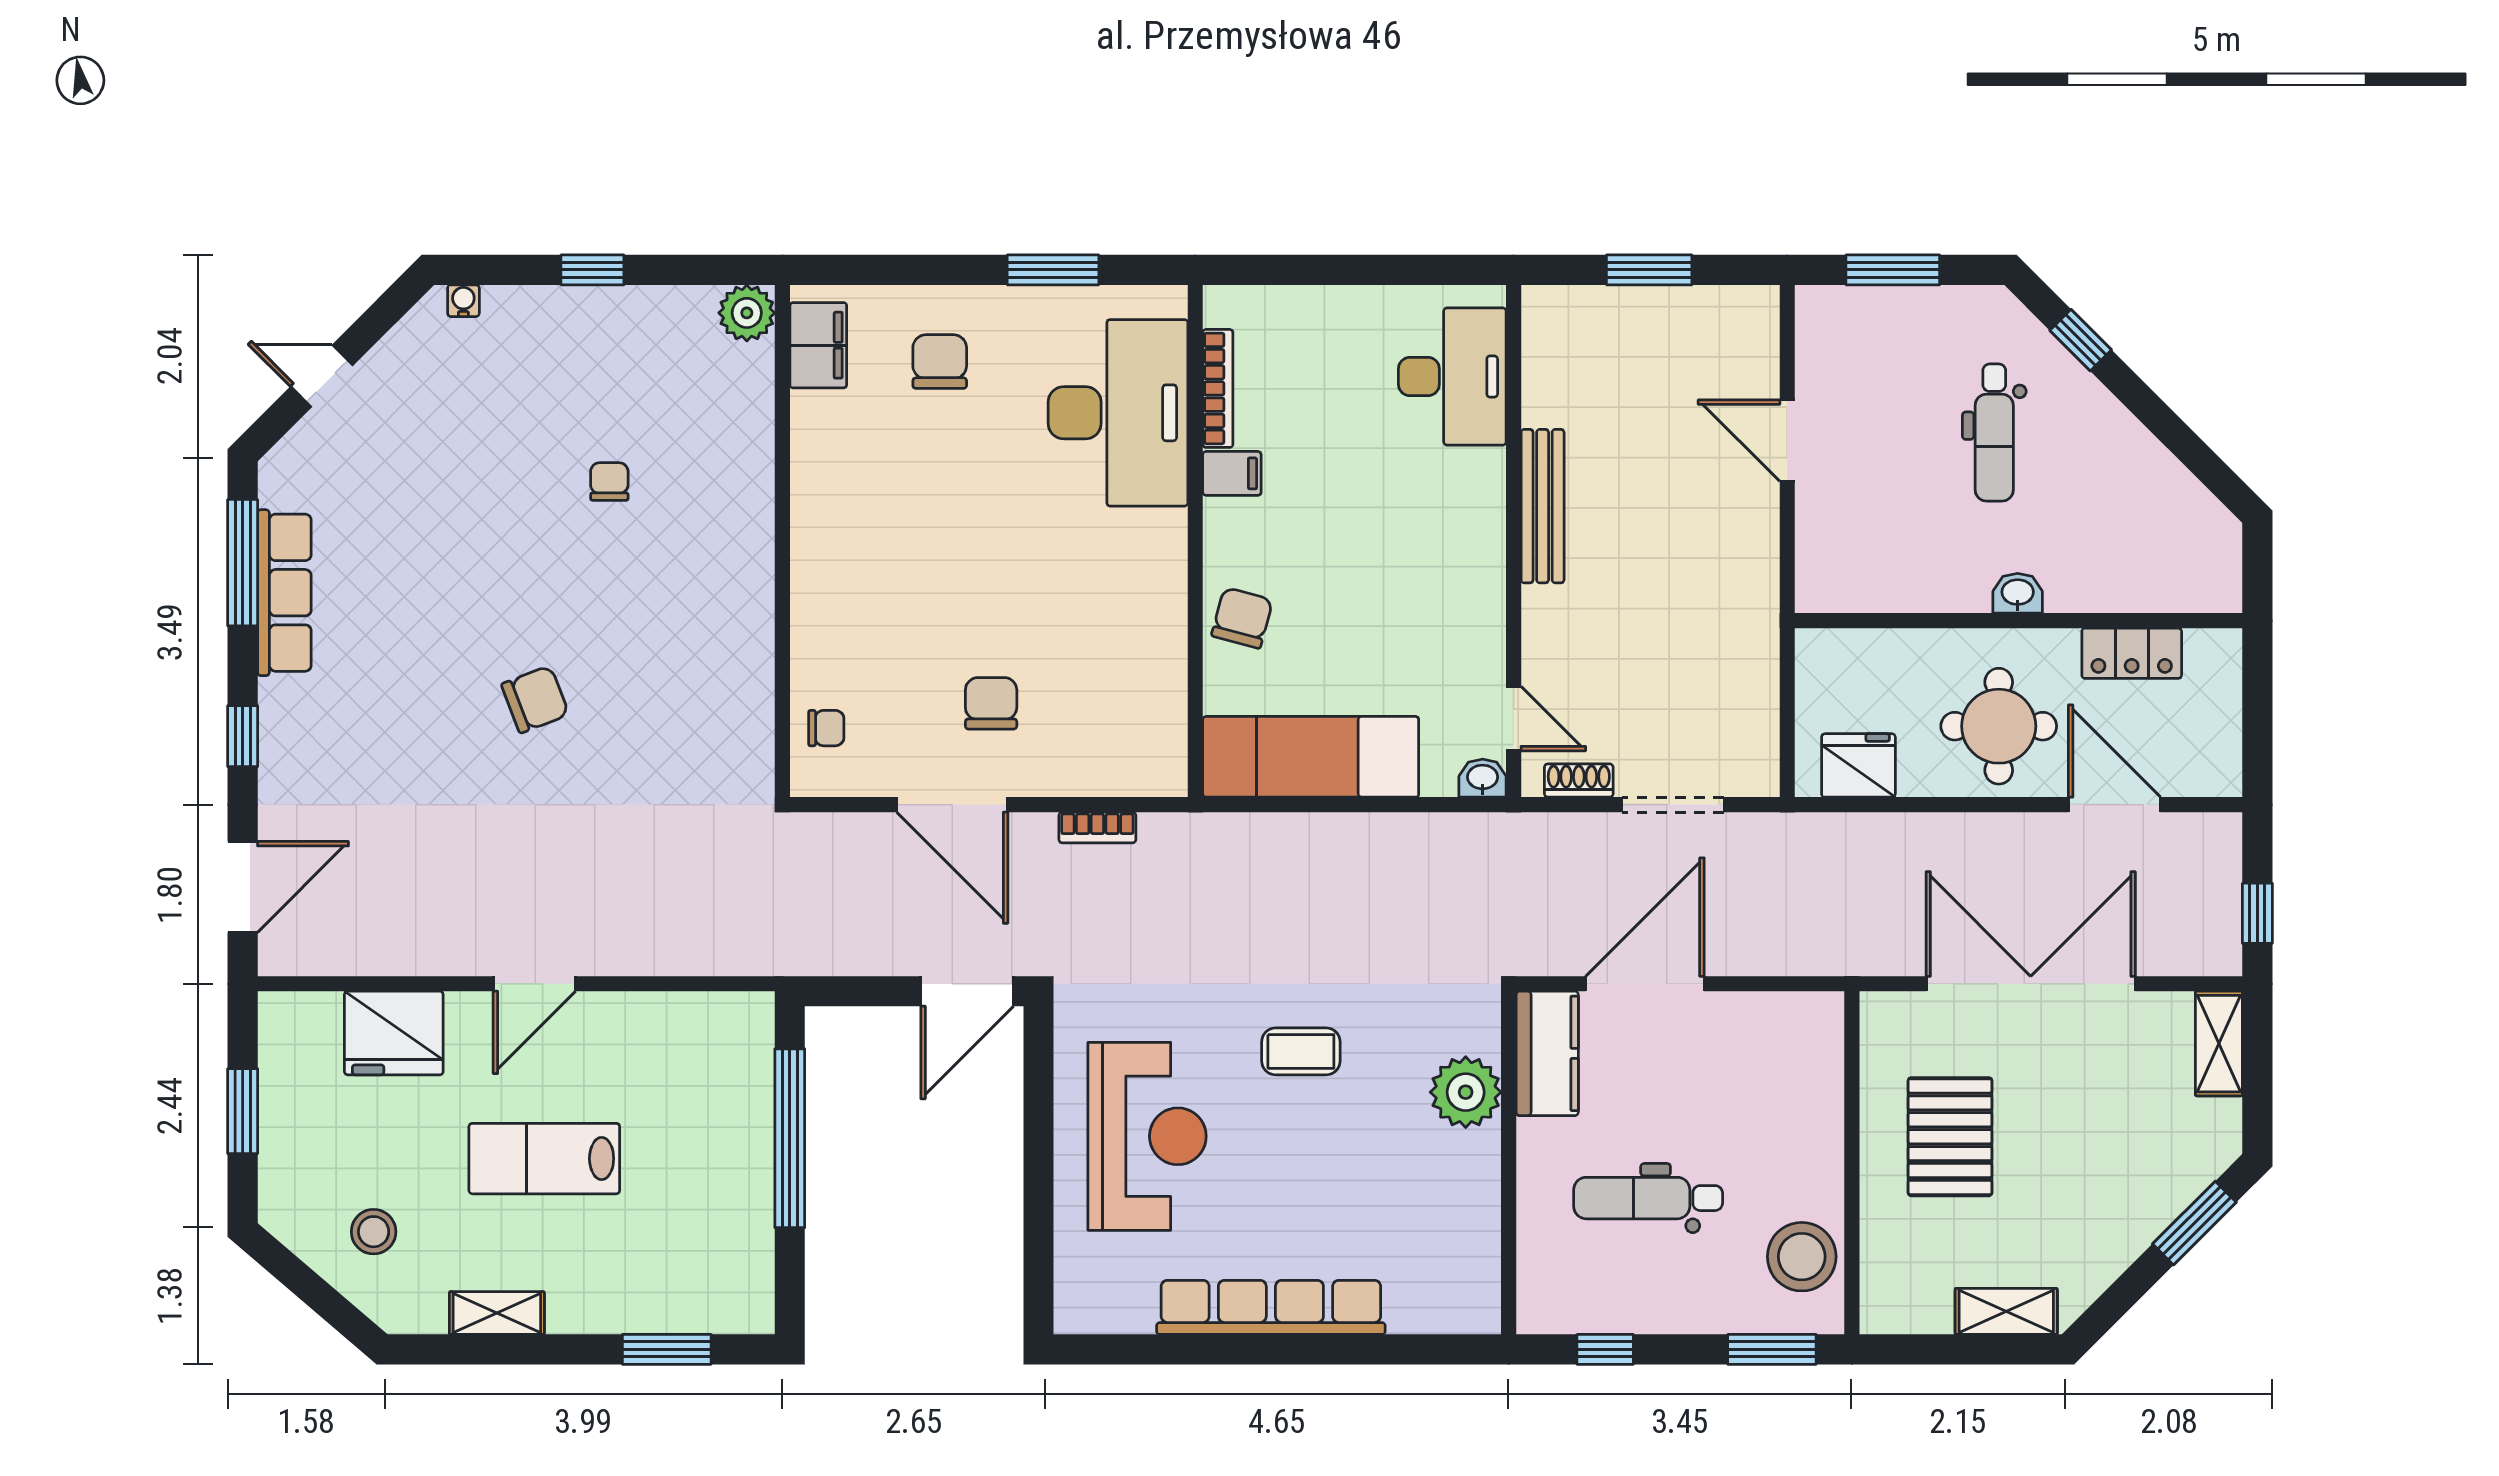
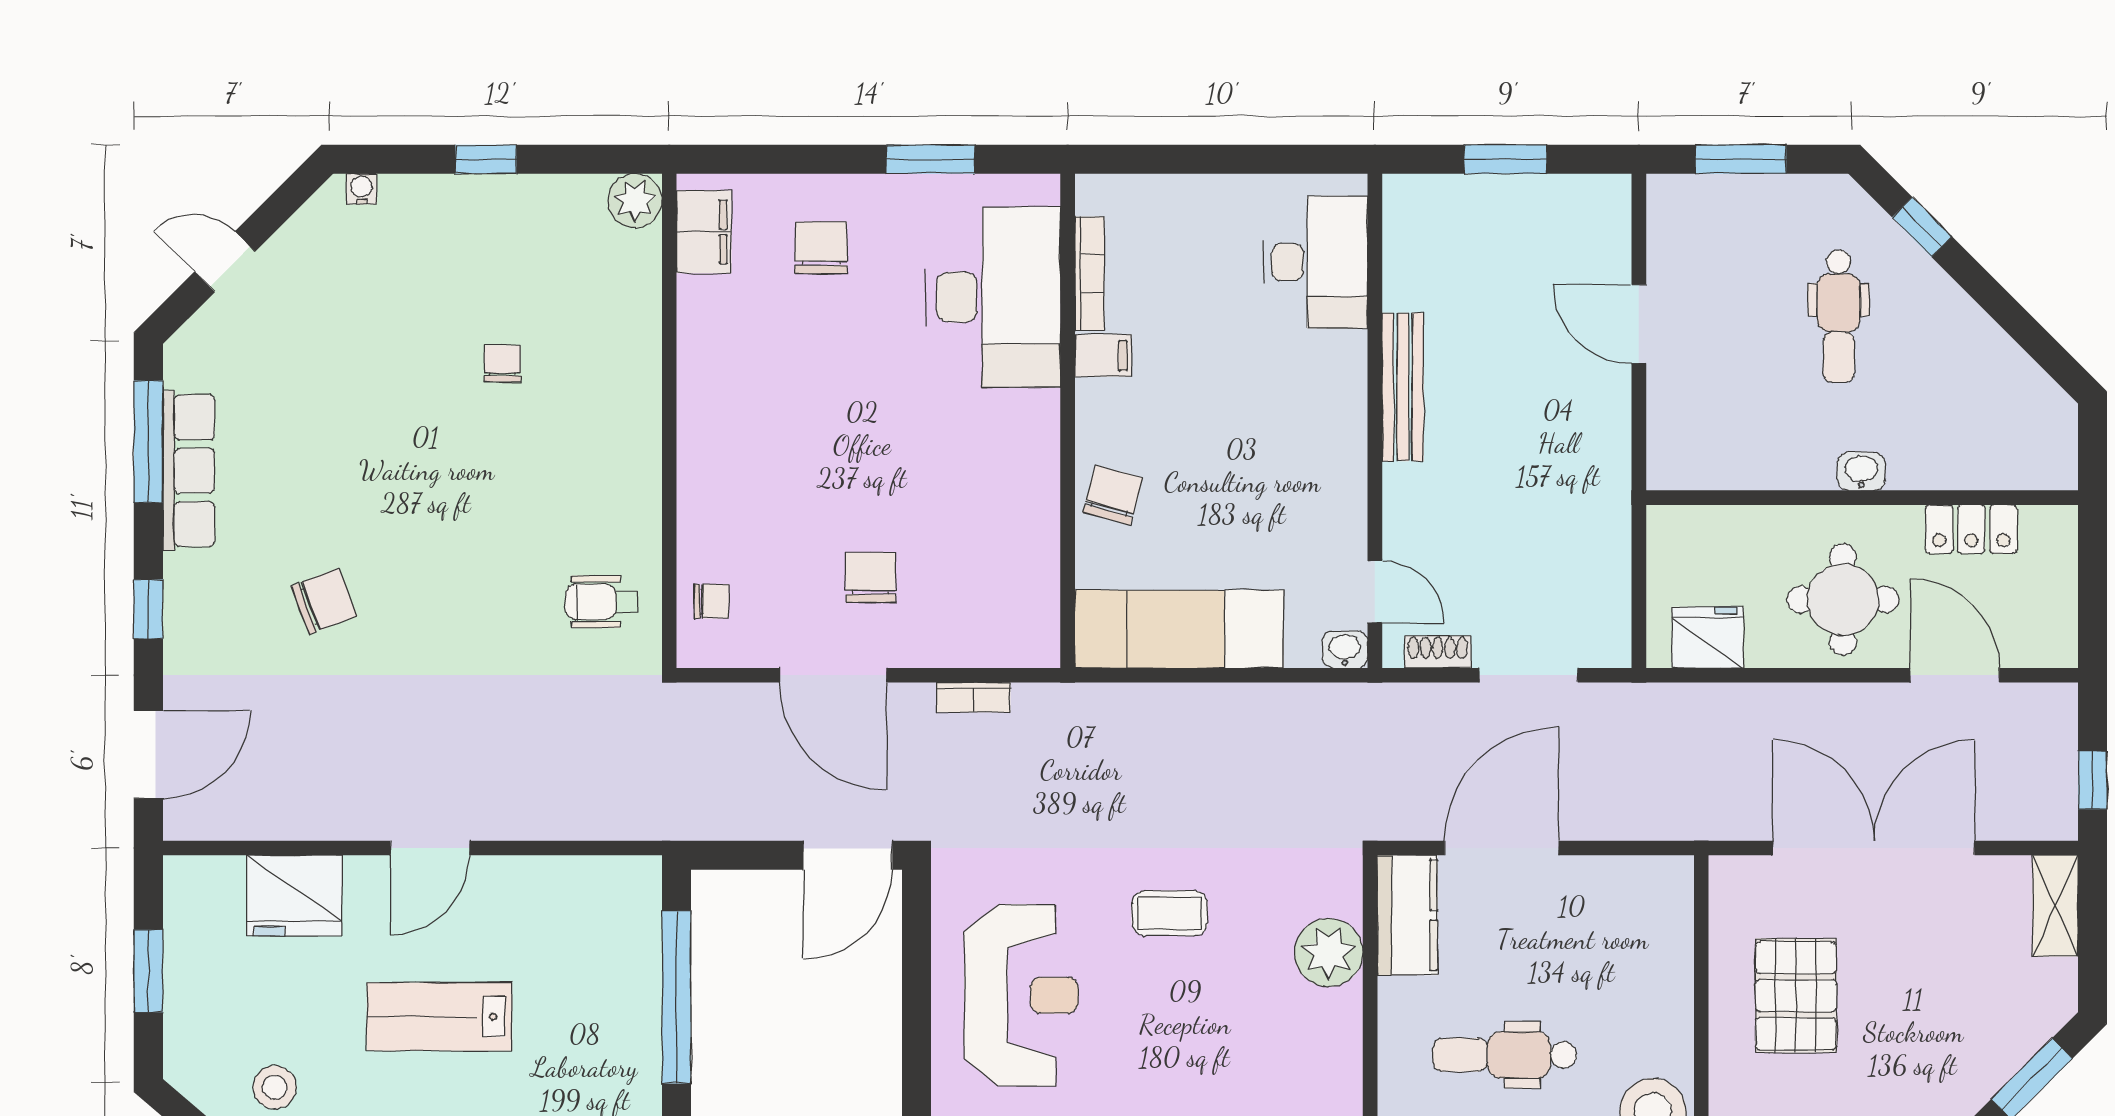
chair: (535, 699) -> (324, 601), moved
wheelchair: (712, 729) -> (602, 602), added

